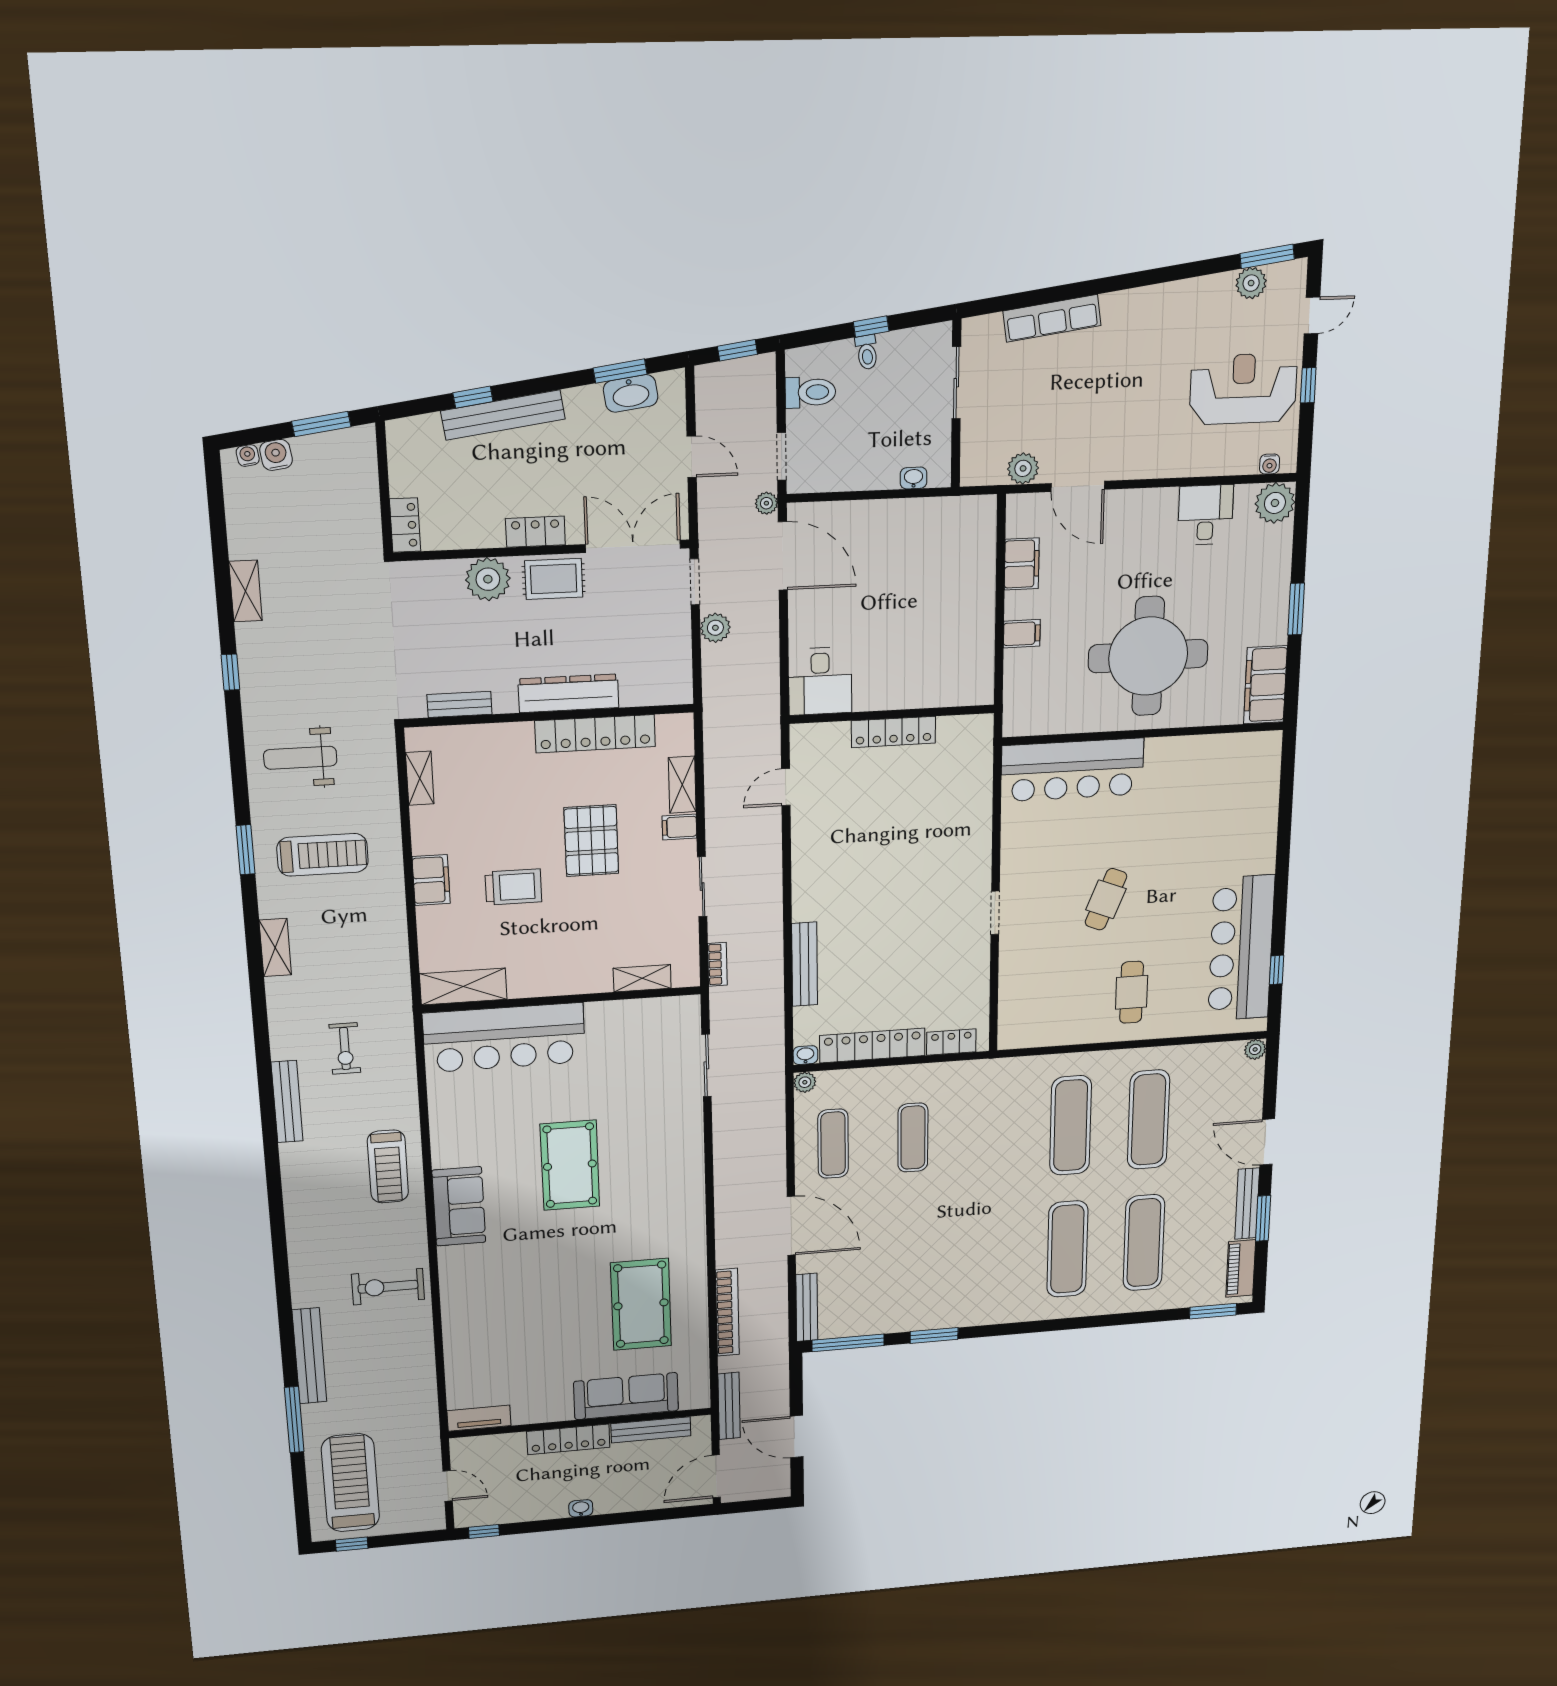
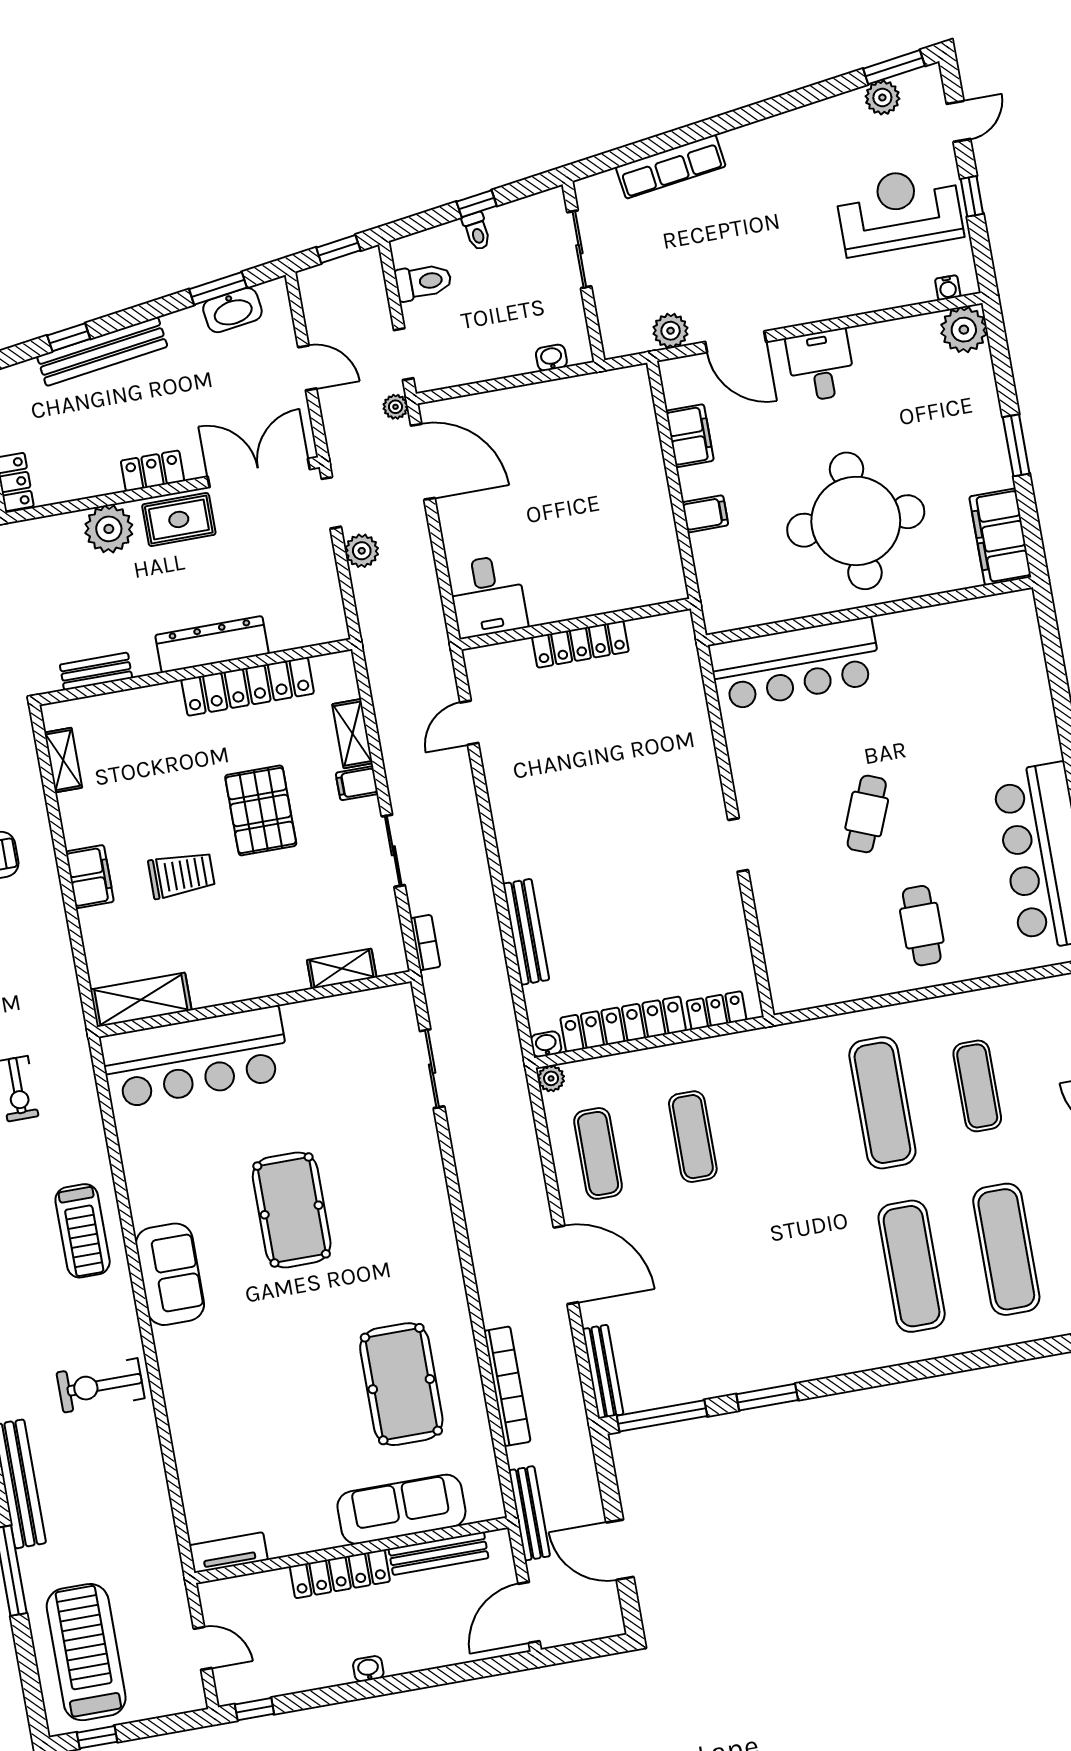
desk: (1206, 515) -> (821, 365), moved
exercise mat: (1148, 1120) -> (977, 1086), width x0.73, depth x0.69

